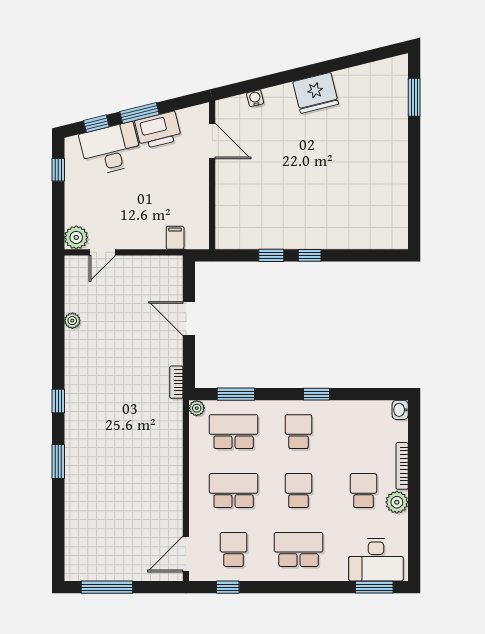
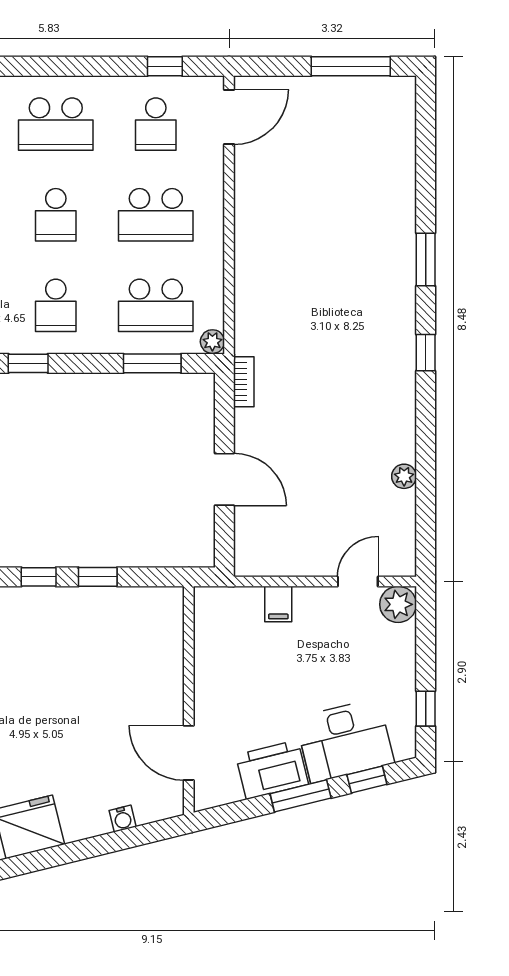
filing cabinet: (175, 238) -> (278, 604), moved

